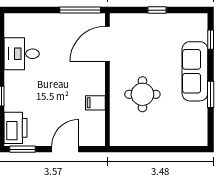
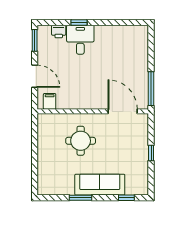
desk: (22, 54) -> (80, 40), moved
filing cabinet: (95, 103) -> (50, 101), moved
printer: (16, 128) -> (59, 31), width x0.53, depth x0.68

